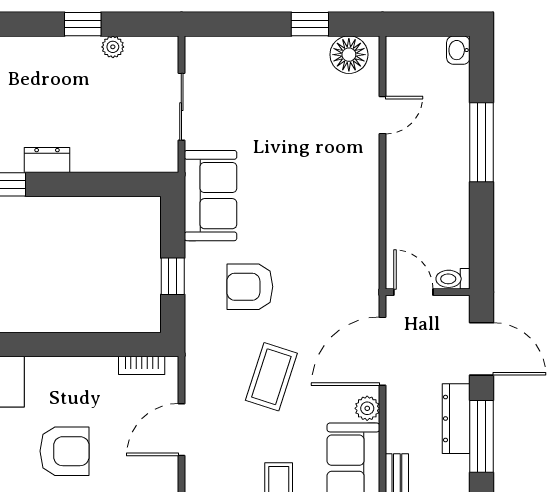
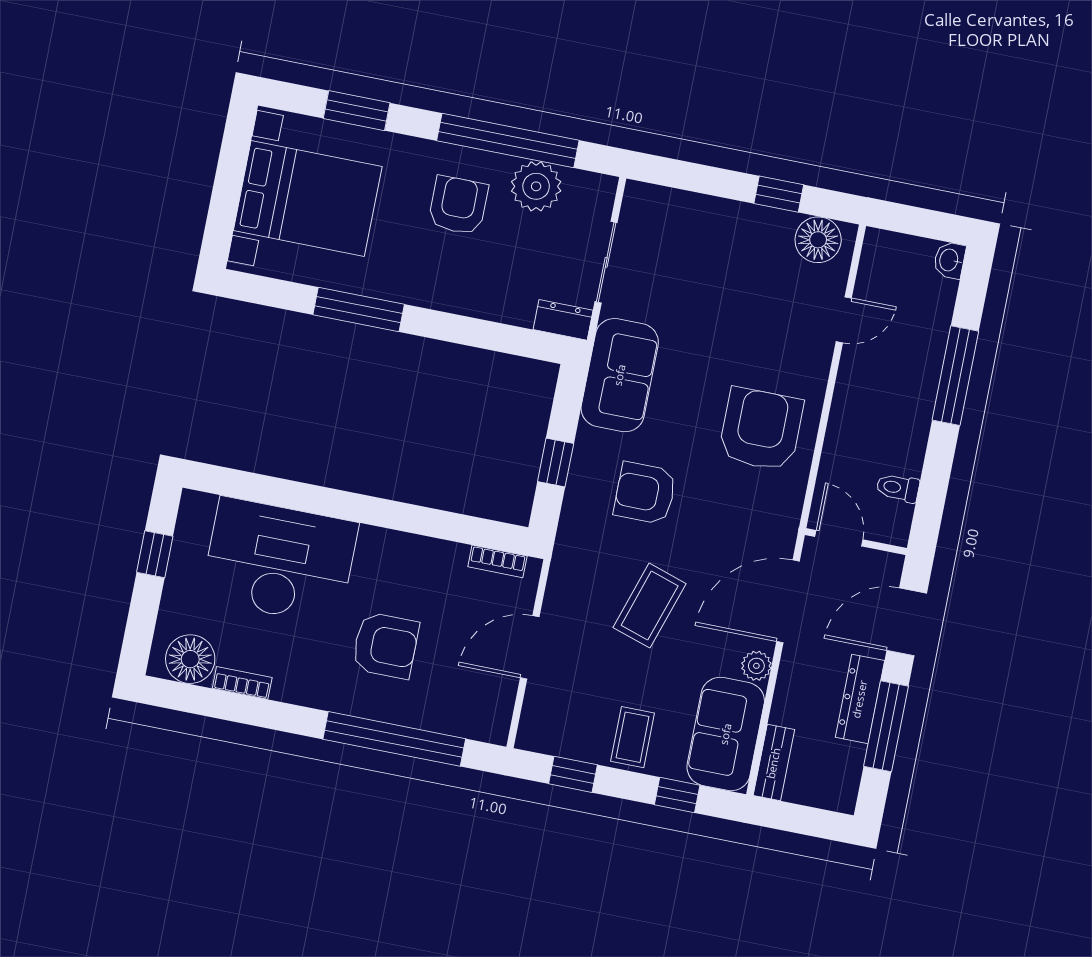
window: (83, 24) -> (508, 141), width x3.17
plant: (113, 47) -> (536, 186), width x1.87, depth x1.87
armchair: (53, 84) -> (458, 205), added
dresser: (47, 160) -> (563, 320), moved
armchair: (333, 217) -> (761, 429), added
toilet: (453, 279) -> (898, 488), moved
door: (482, 349) -> (907, 622), swing flipped

